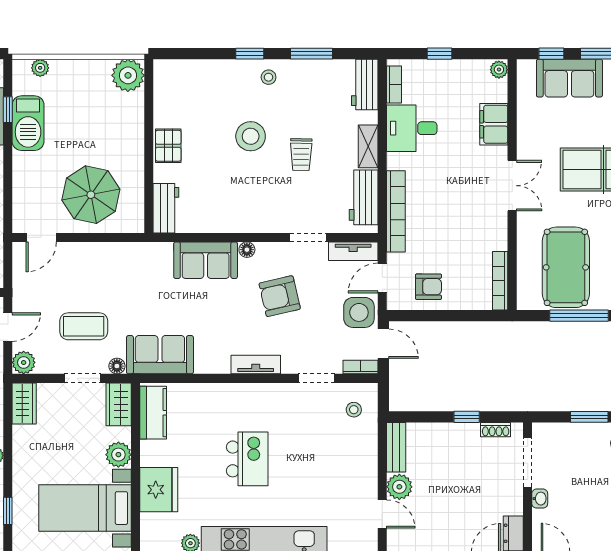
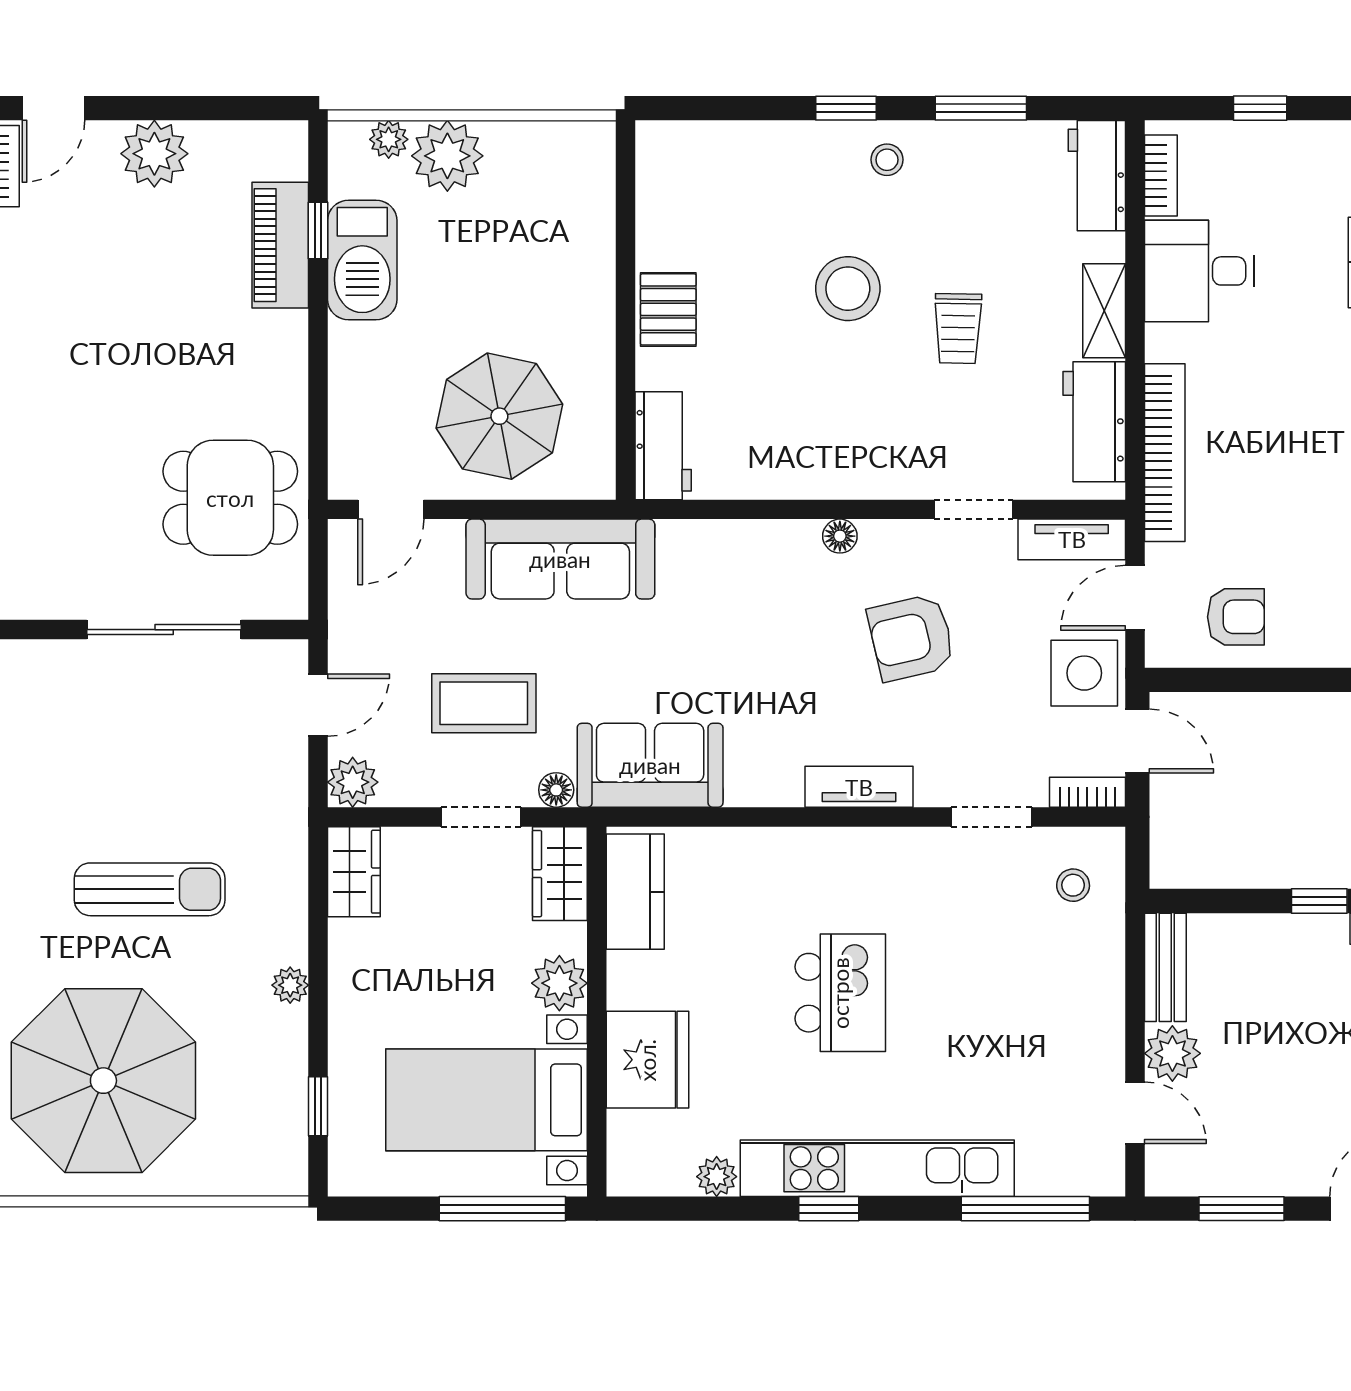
plant: (128, 75) -> (447, 156), moved
sofa: (206, 260) -> (560, 559), moved, width x1.36

